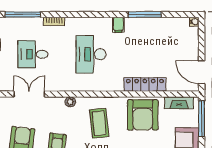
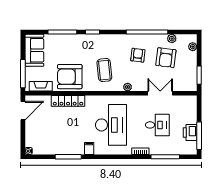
desk: (91, 54) -> (111, 125), width x1.36, depth x1.30
door: (202, 72) -> (23, 111), hinge flipped
double door: (29, 94) -> (160, 93), swing flipped
armchair: (143, 115) -> (70, 77), turned -90

